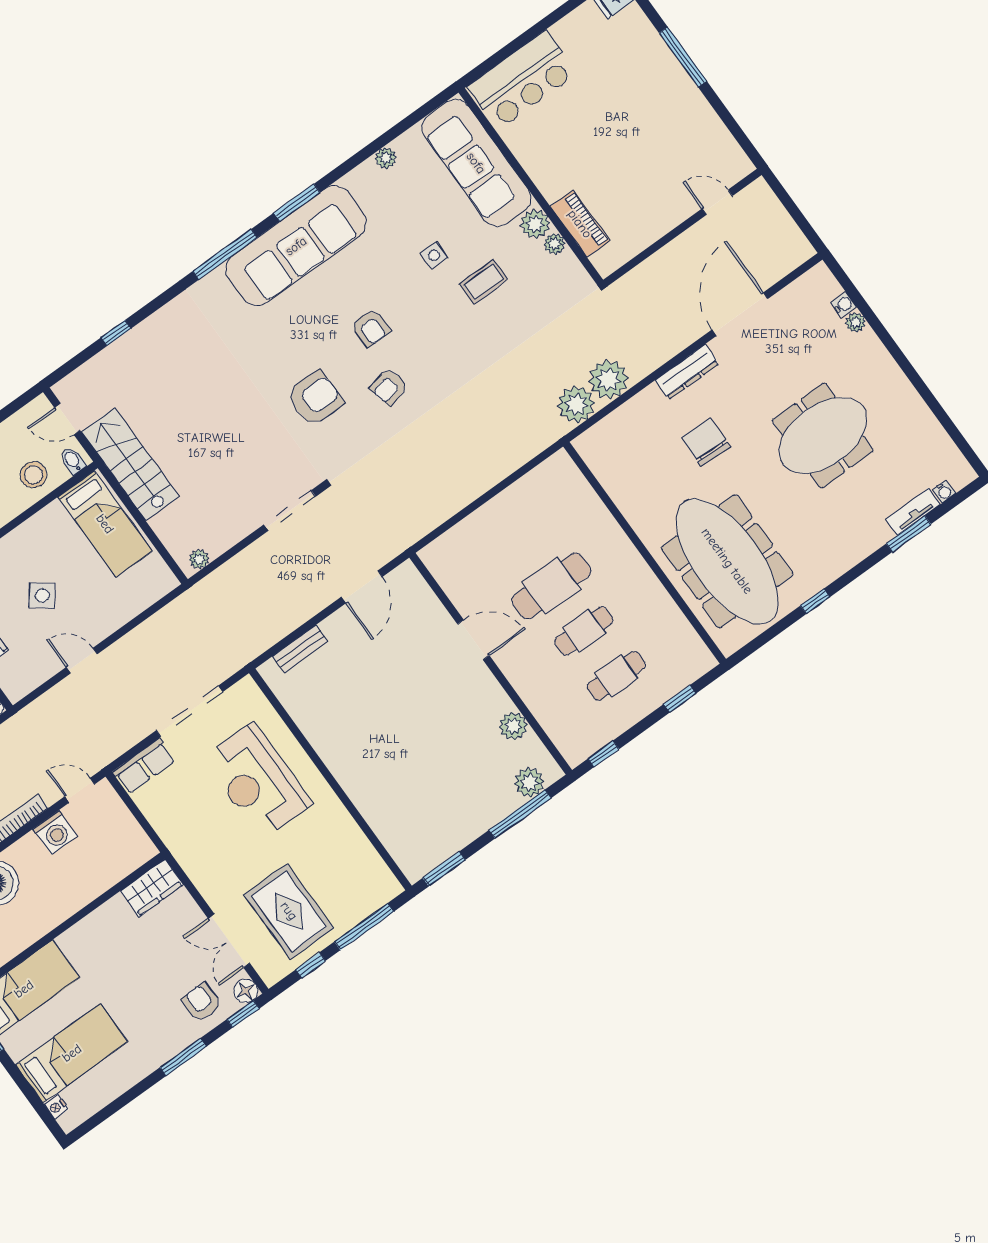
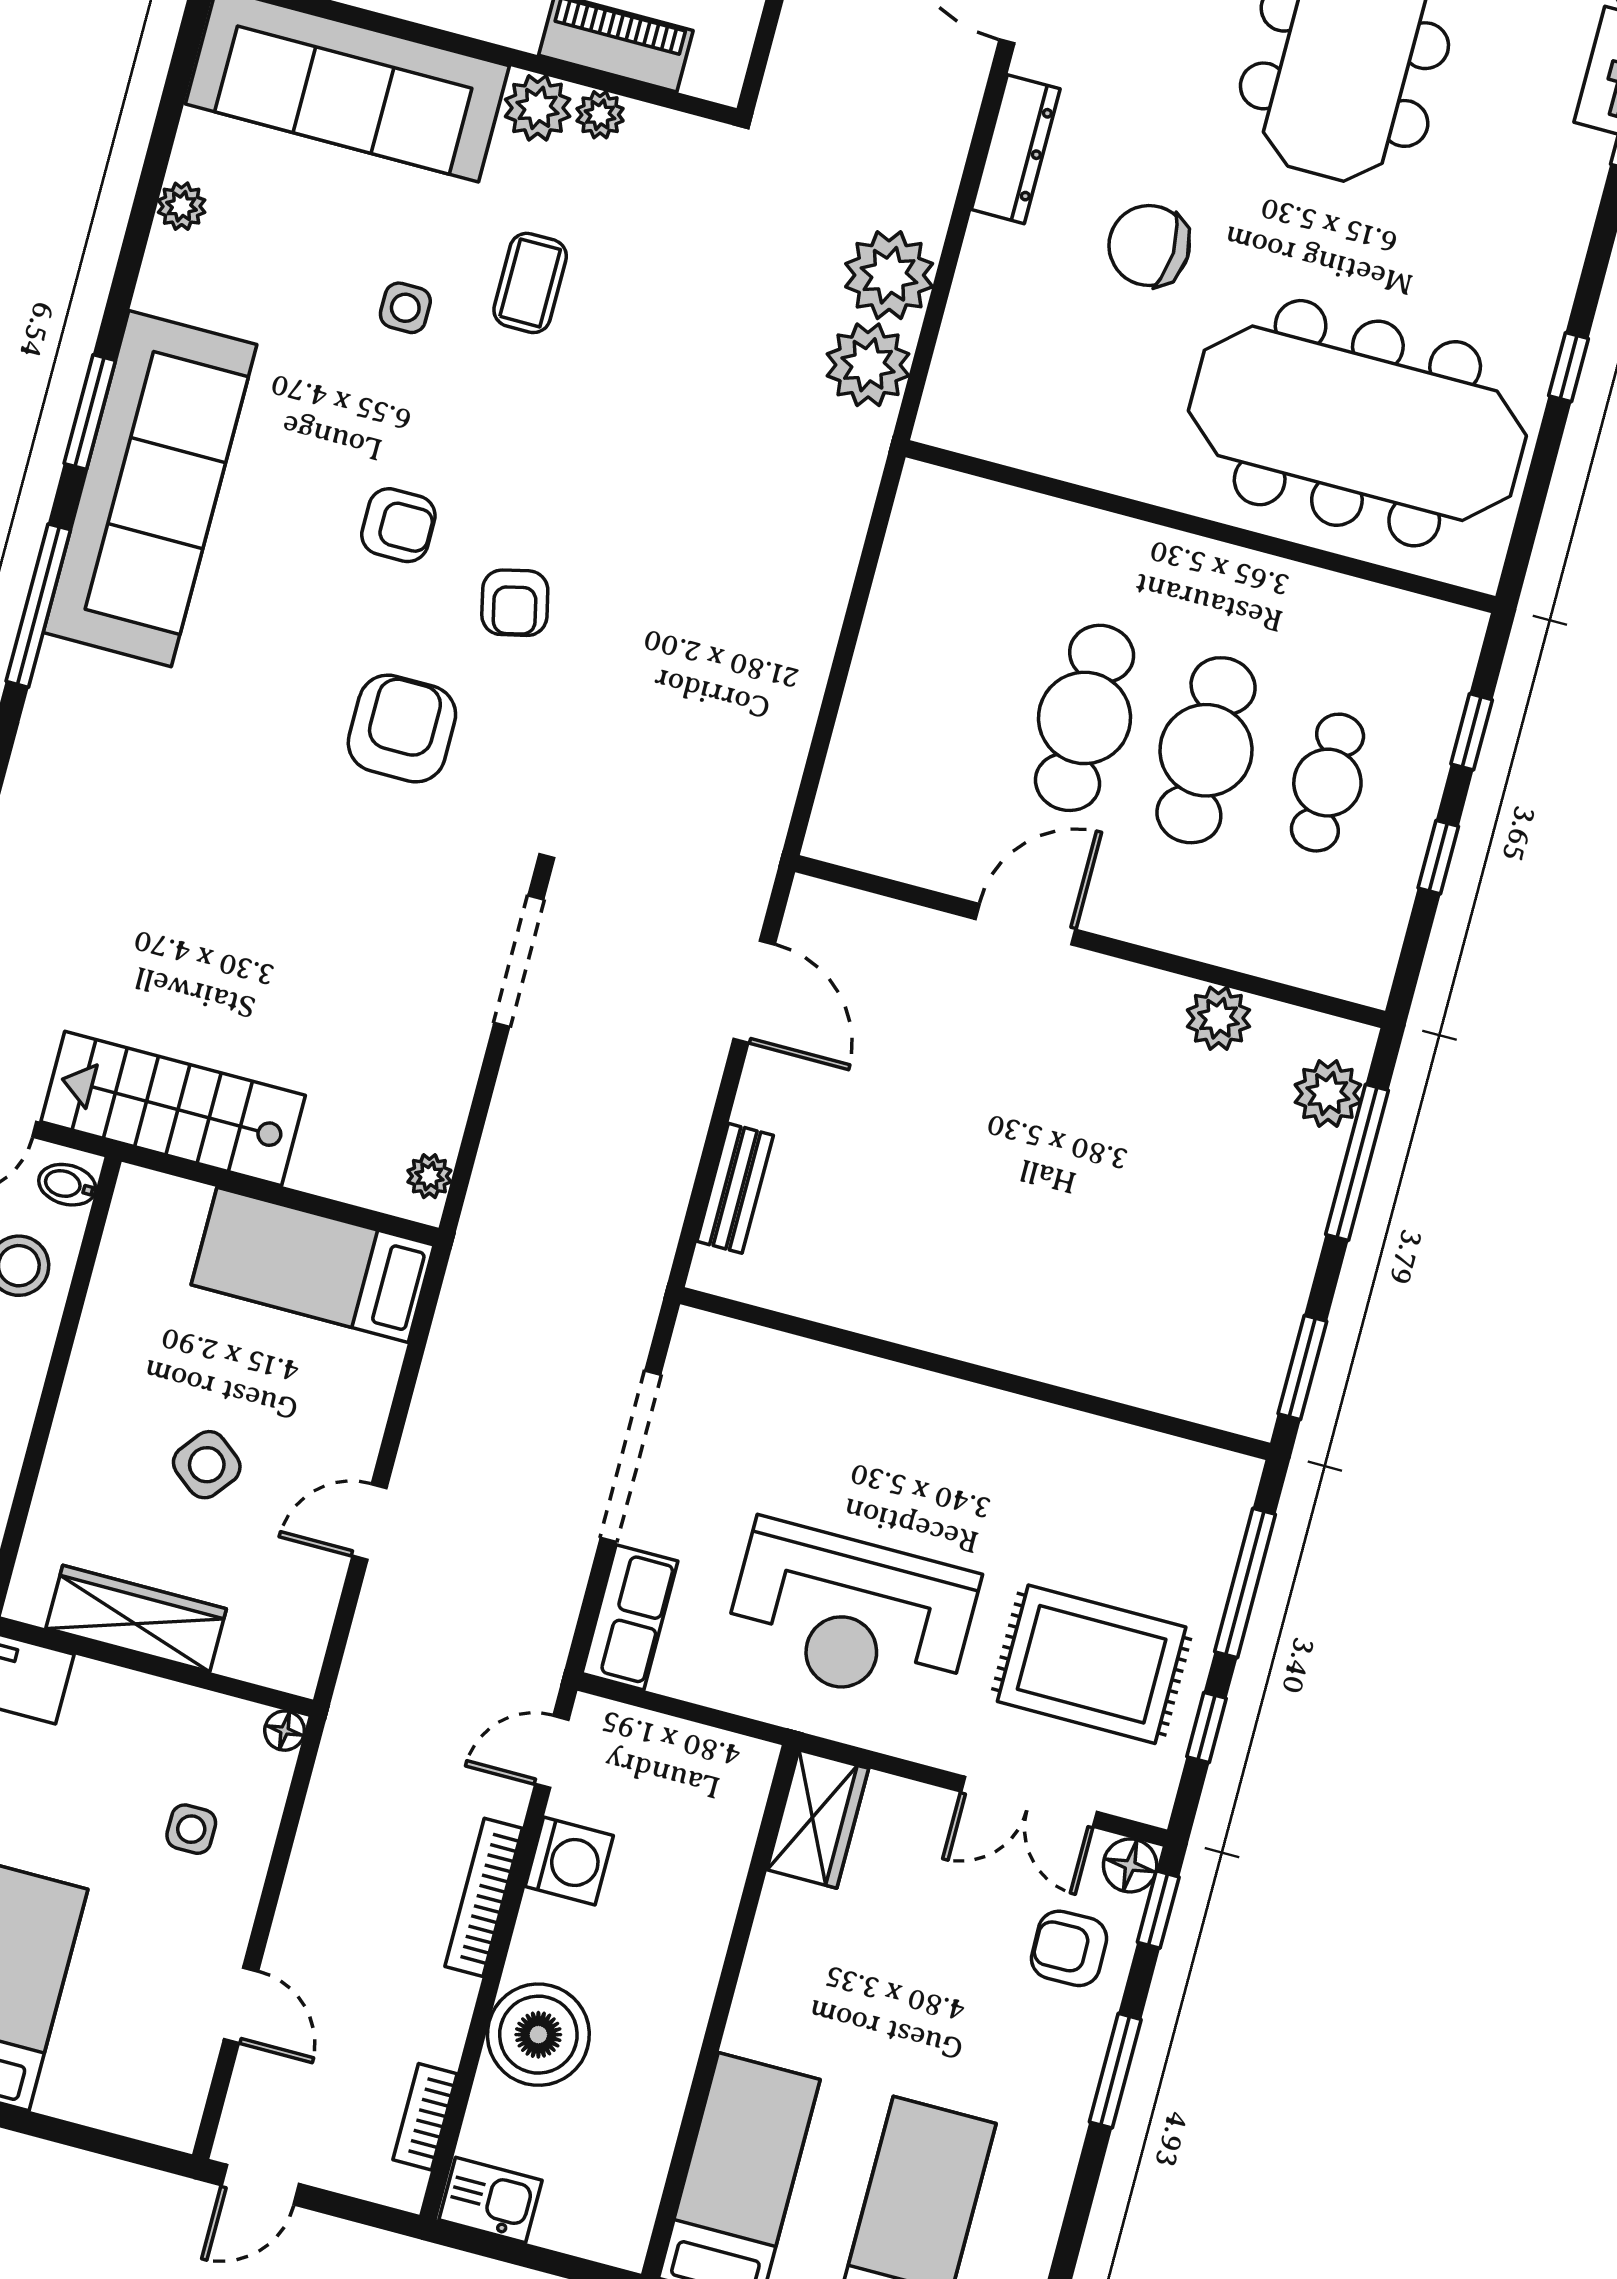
bed: (105, 524) -> (313, 1265), moved, turned 180
cafe table: (584, 631) -> (1206, 750), width x1.37, depth x1.35
window: (603, 754) -> (1438, 857), moved
reception desk: (257, 781) -> (851, 1615), moved

